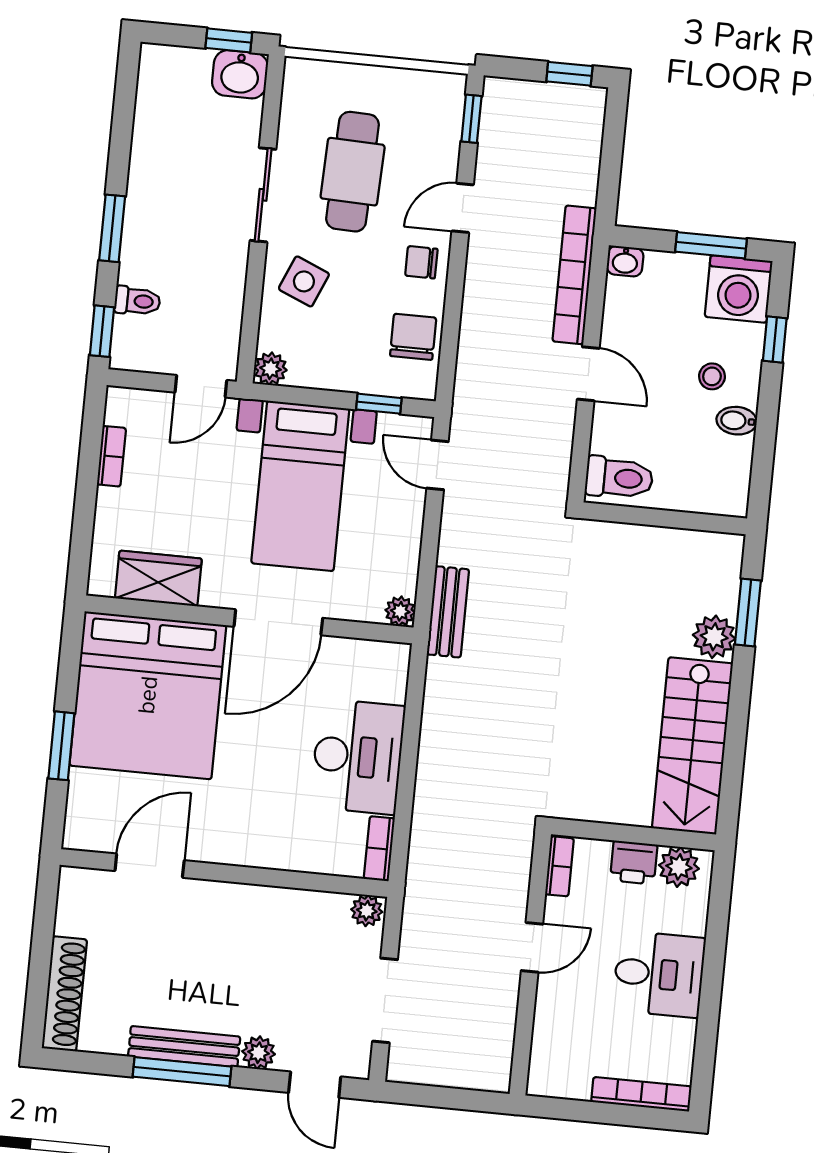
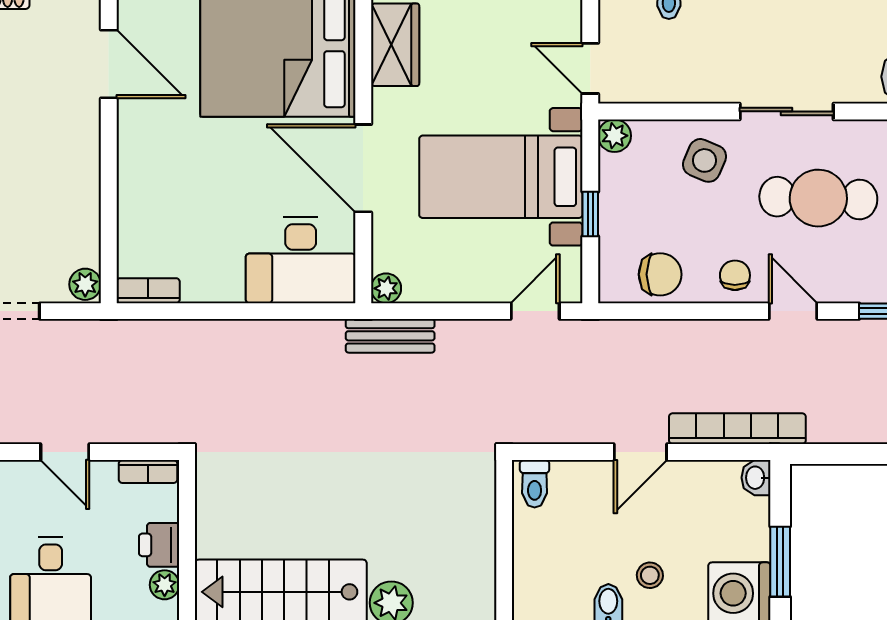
window: (379, 404) -> (590, 214), moved
toilet: (619, 478) -> (535, 484), width x0.73, depth x0.72
desk: (358, 757) -> (301, 260), moved
plant: (679, 867) -> (165, 585), width x0.73, depth x0.73

